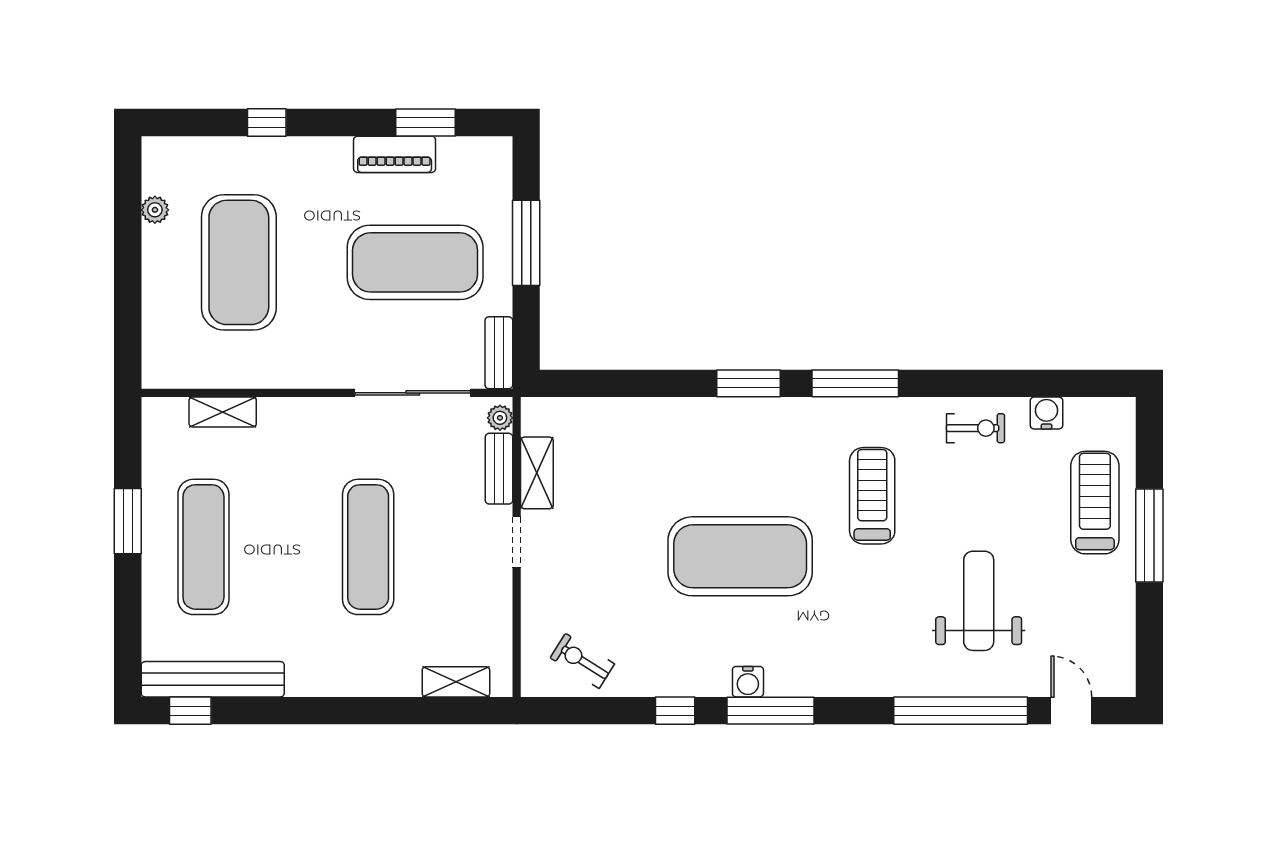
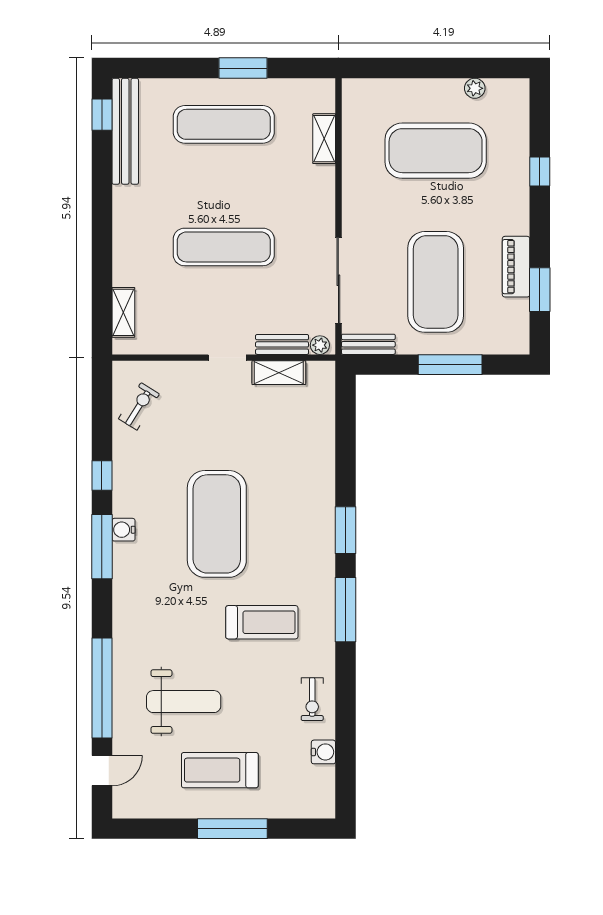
treadmill: (1095, 503) -> (220, 770), moved, turned 180

